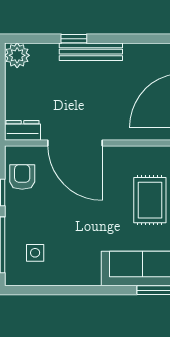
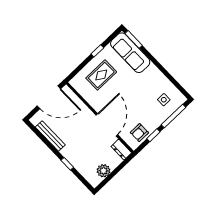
bench: (91, 52) -> (50, 136), moved
plant: (17, 55) -> (104, 171), moved

